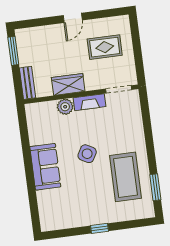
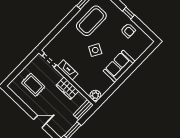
door: (73, 18) -> (40, 122), moved
plant: (65, 107) -> (95, 95), moved
armchair: (79, 211) -> (128, 30), added

